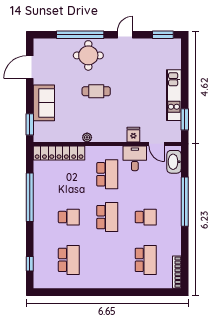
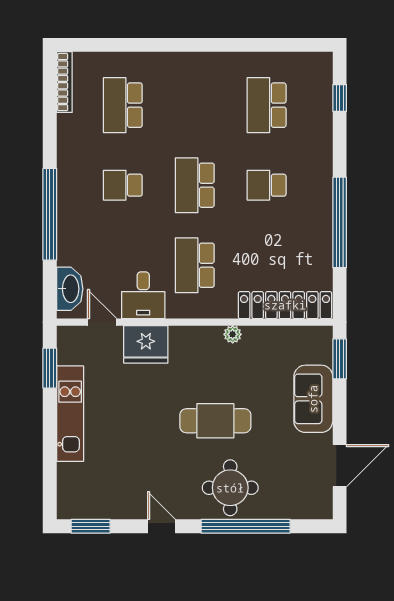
door: (125, 35) -> (161, 526), swing flipped
cafe table: (96, 91) -> (215, 421), width x1.37, depth x1.35
fridge: (133, 135) -> (146, 344), width x1.88, depth x1.34

